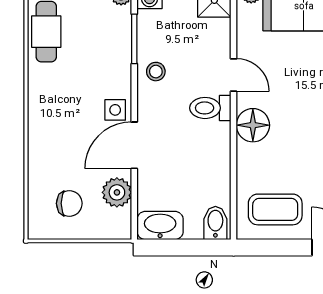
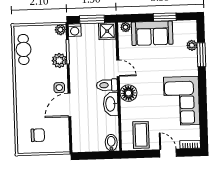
stool: (156, 72) -> (79, 68), removed
plant: (117, 192) -> (59, 61), moved
coffee table: (275, 209) -> (141, 135), turned 90
washbasin: (160, 225) -> (111, 104), moved, turned -90

